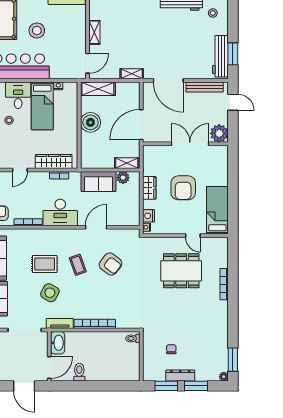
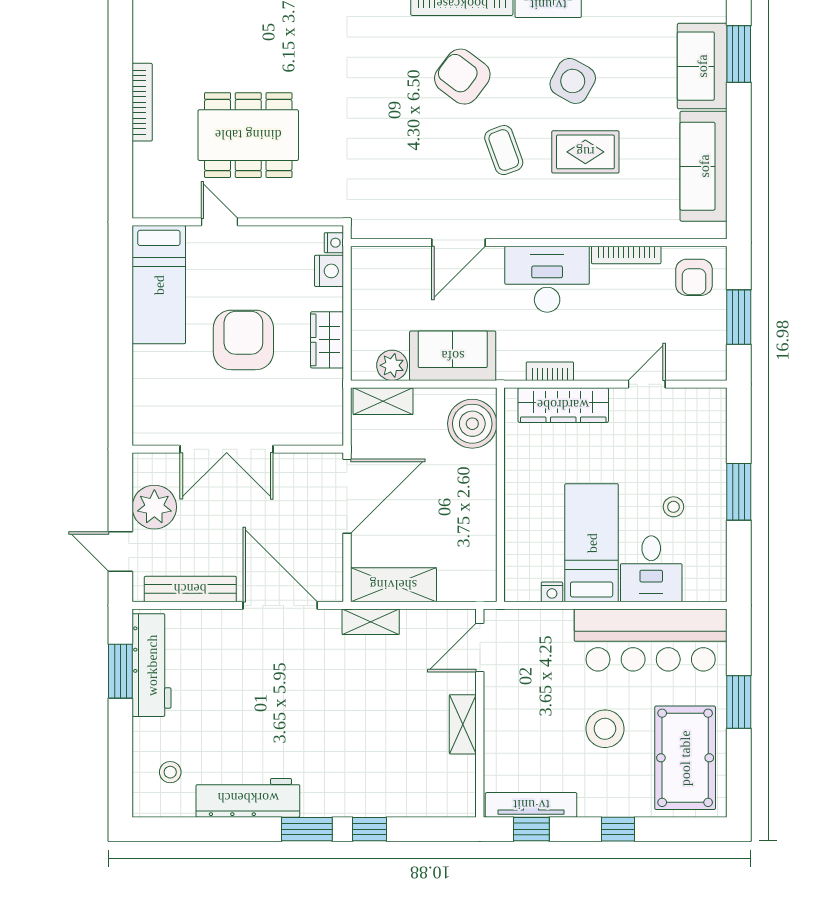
shelving: (98, 89) -> (393, 585), moved
boiler: (91, 122) -> (472, 424), moved
plant: (219, 133) -> (154, 507), moved
armchair: (111, 264) -> (462, 77), moved

